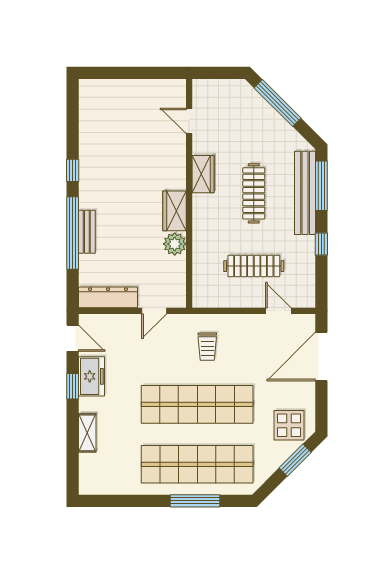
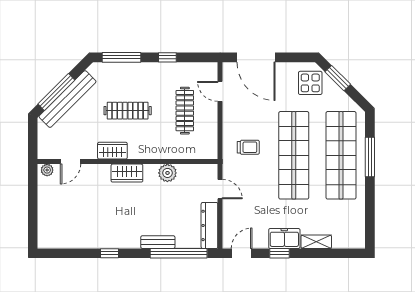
plant: (178, 91) -> (47, 170), added
bench: (305, 193) -> (67, 99), moved, turned -45
wardrobe: (174, 211) -> (127, 173), moved
window: (73, 233) -> (179, 253), moved
door: (278, 311) -> (220, 91), hinge flipped
freezer: (91, 376) -> (284, 238), moved

